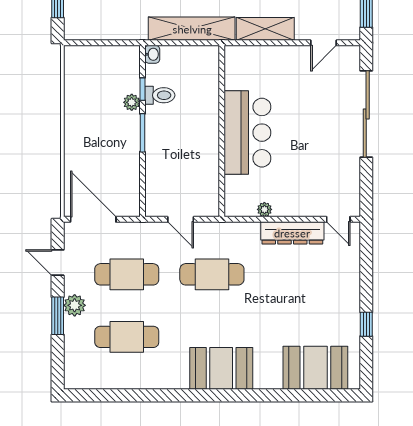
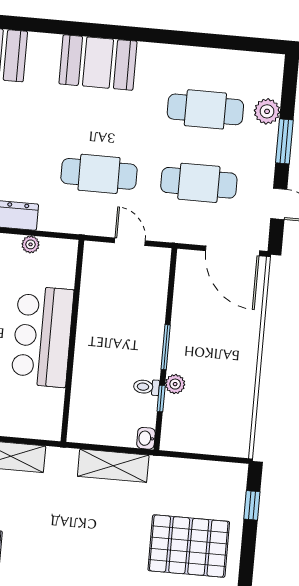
shelving: (192, 29) -> (113, 466), width x0.68
toilet: (160, 95) -> (146, 387), width x0.73, depth x0.72
plant: (75, 305) -> (267, 111), moved

